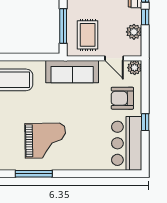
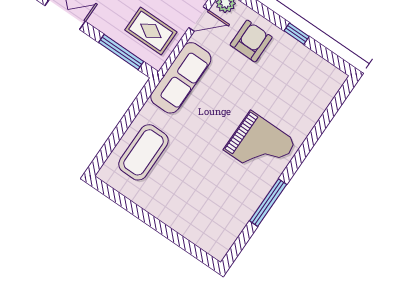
armchair: (122, 98) -> (251, 41), turned 180
grand piano: (45, 141) -> (260, 146), moved, turned 91
bar counter: (127, 143) -> (306, 72), removed

